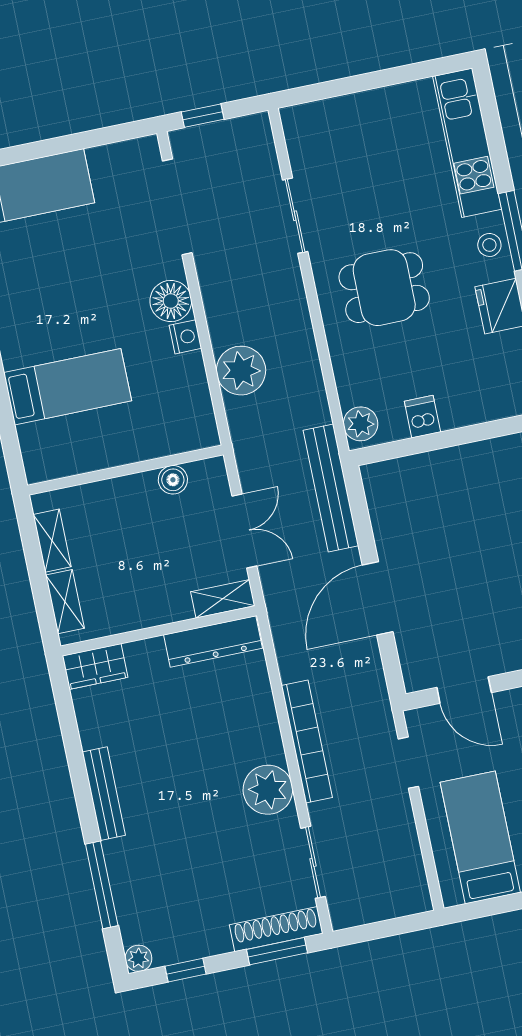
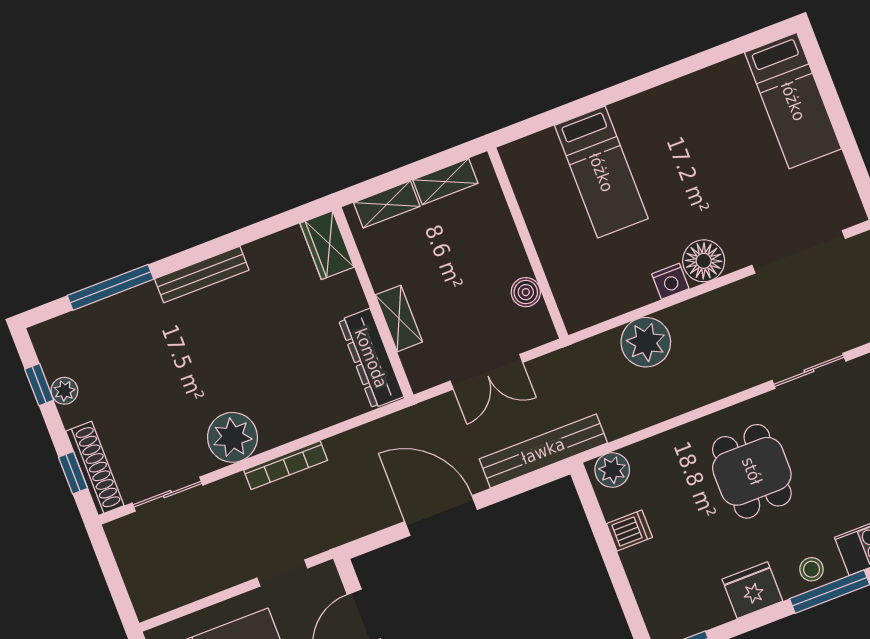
shelving: (223, 599) -> (399, 318), moved
bookcase: (307, 742) -> (286, 465), width x0.68, depth x0.76
window: (277, 951) -> (73, 473), width x0.67
plant: (138, 958) -> (64, 391), moved

